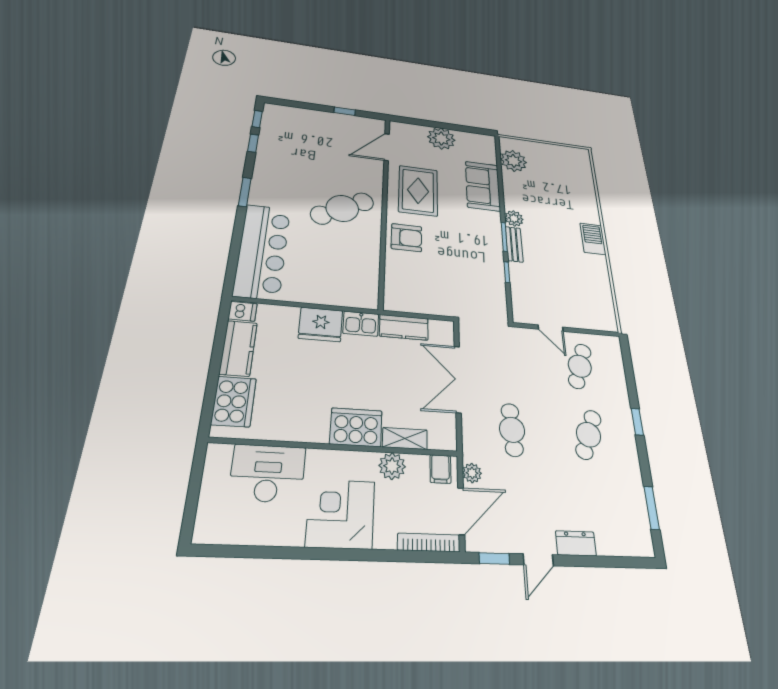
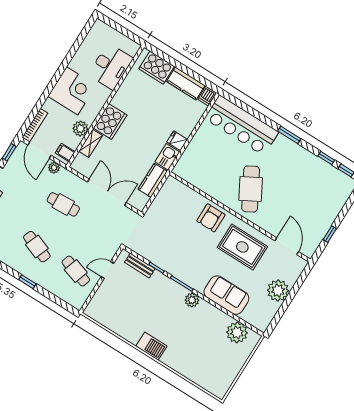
bench: (514, 244) -> (140, 265), moved
fridge: (321, 324) -> (177, 141), width x0.53, depth x0.75

